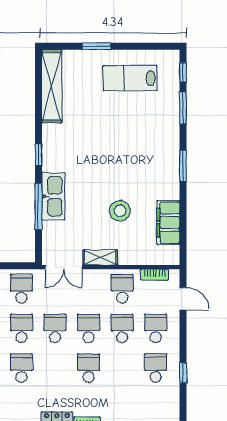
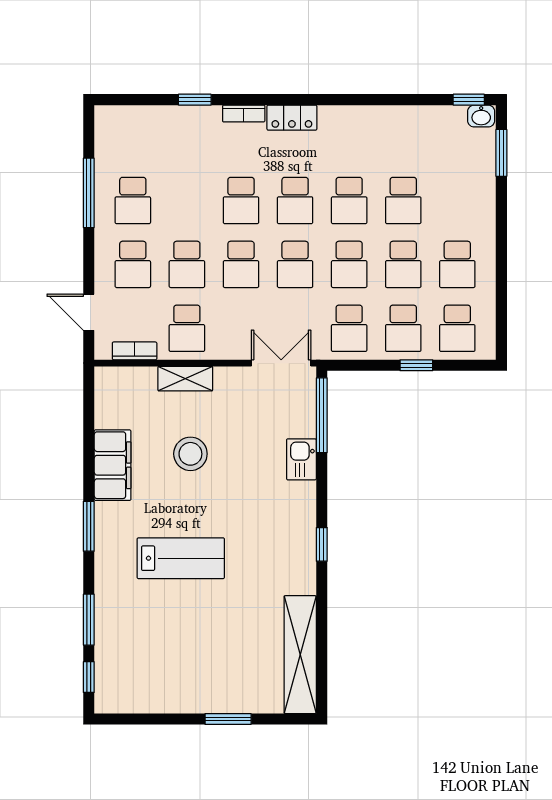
lab bench: (130, 78) -> (181, 558), moved
kitchen sink: (53, 196) -> (301, 459), width x0.53, depth x0.81
window: (38, 206) -> (322, 415), moved
filing cabinet: (168, 222) -> (113, 465), moved
shelving: (100, 258) -> (185, 379), moved
school desk: (55, 368) -> (295, 200), added
window: (183, 373) -> (89, 193), width x2.17

